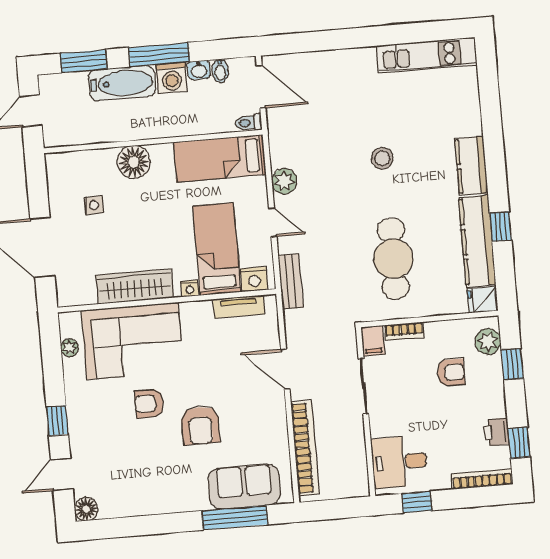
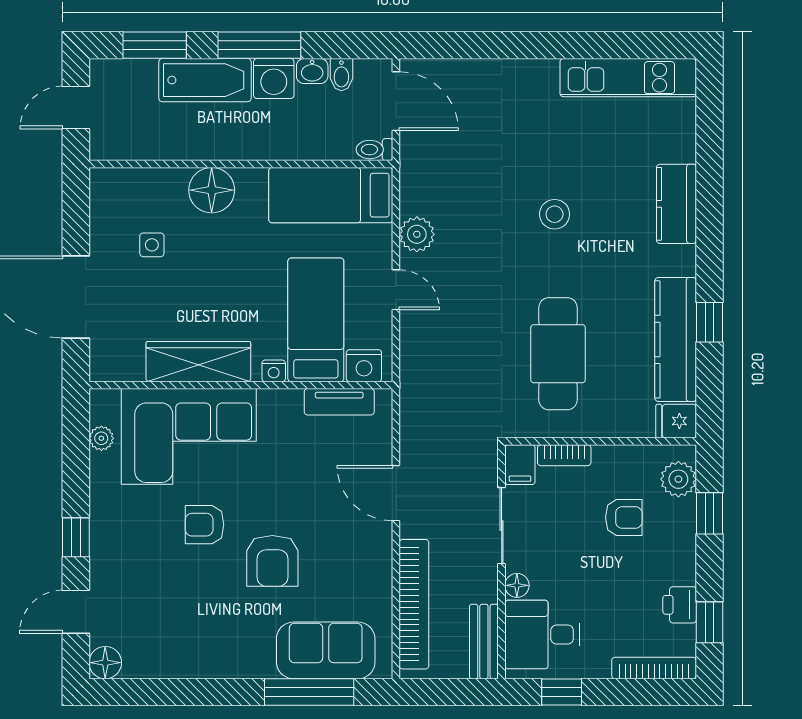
kitchen counter: (471, 166) -> (676, 204), moved
bench: (290, 281) -> (484, 641), moved
floor lamp: (378, 428) -> (517, 585), added

